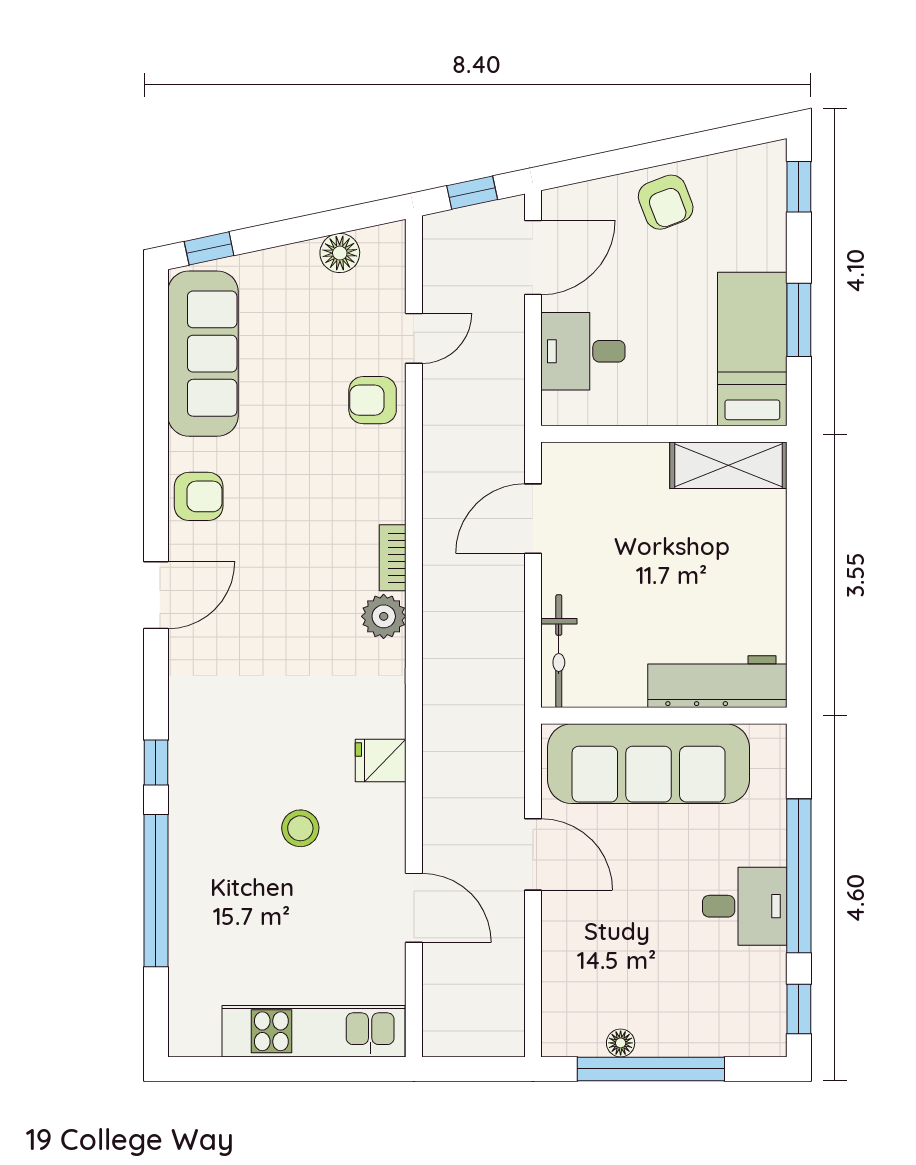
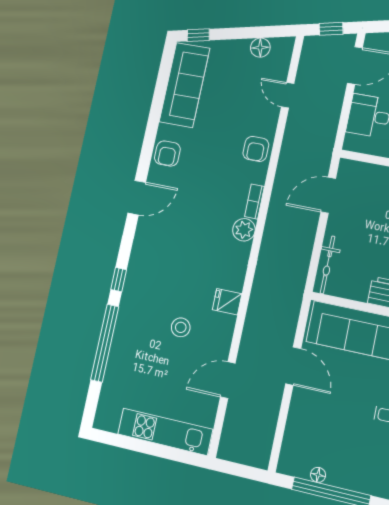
door: (414, 338) -> (288, 95), swing flipped
armchair: (373, 400) -> (256, 149), moved, turned -90
armchair: (199, 496) -> (167, 153), turned 90
door: (414, 908) -> (228, 380), swing flipped

